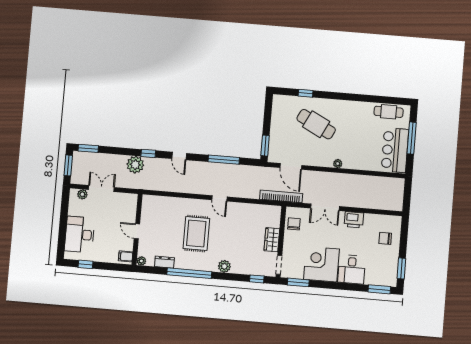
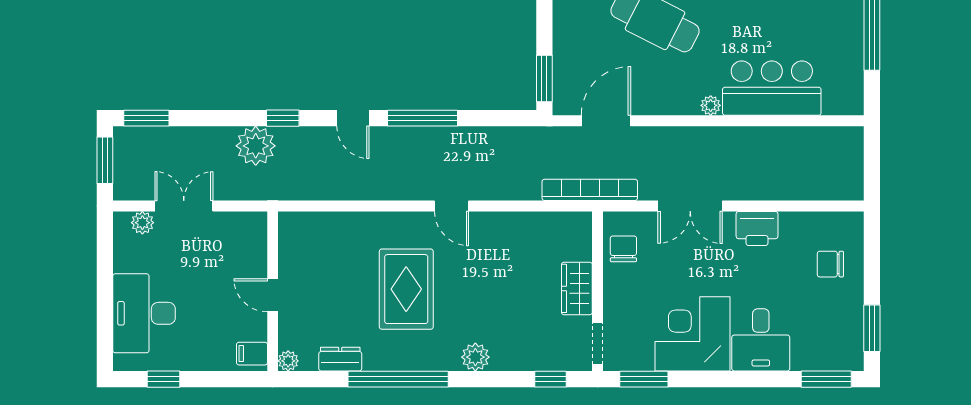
bar counter: (395, 150) -> (772, 88), moved, turned 90
window: (224, 160) -> (423, 118), moved
door: (291, 166) -> (606, 121), swing flipped

